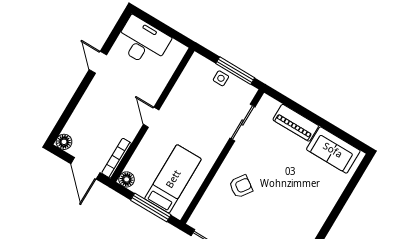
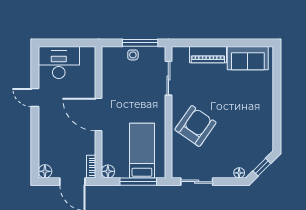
door: (151, 117) -> (98, 115), width x1.87
bookcase: (117, 158) -> (91, 167), width x0.64
armchair: (241, 186) -> (195, 126), width x1.88, depth x1.88

